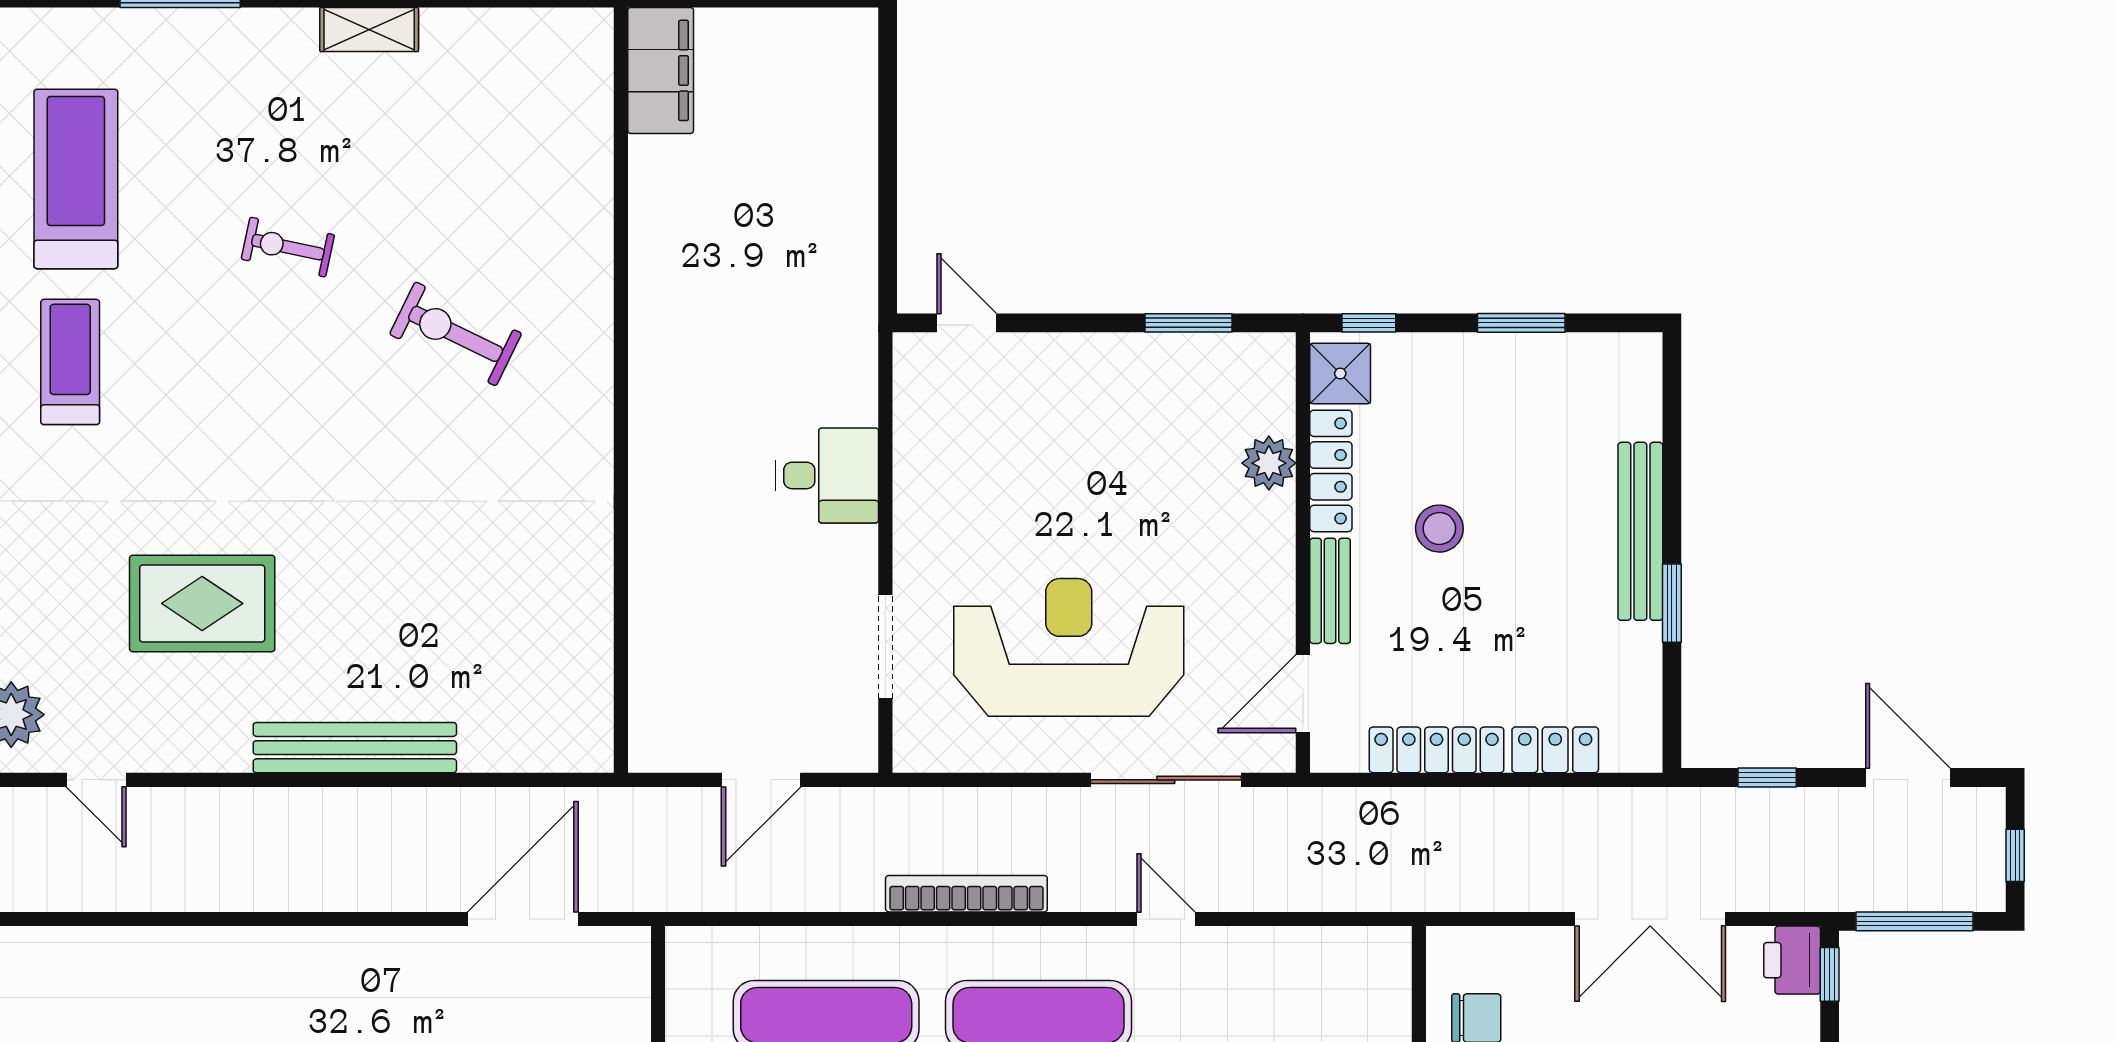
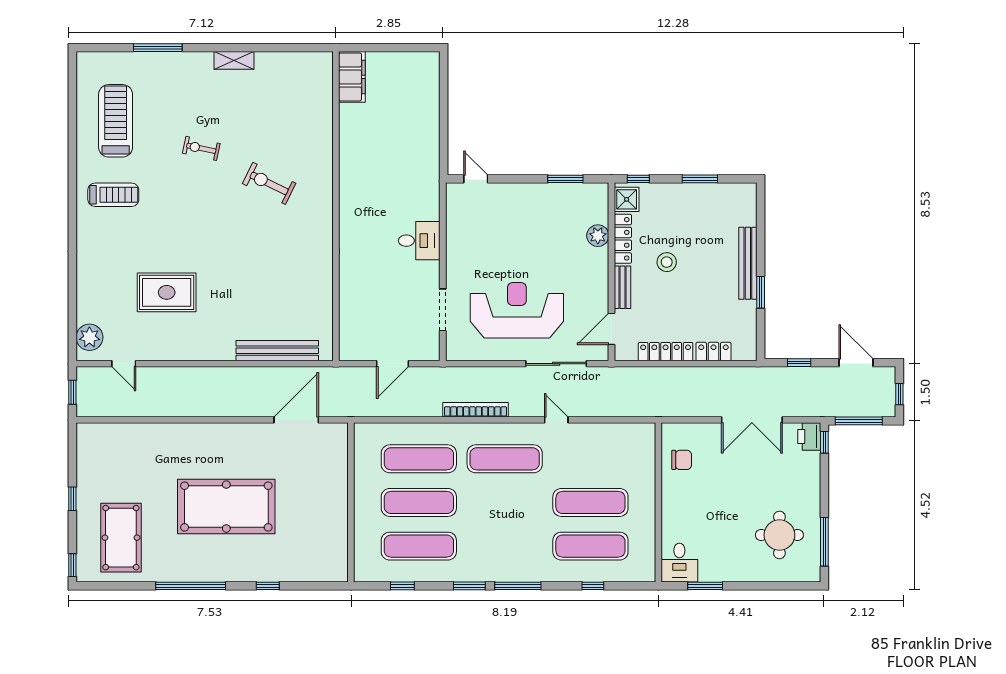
treadmill: (70, 362) -> (113, 195), turned 90
bench: (355, 748) -> (277, 351), moved

